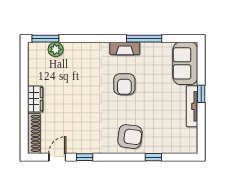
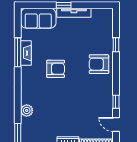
fireplace: (125, 48) -> (26, 53), moved
plant: (56, 49) -> (27, 110), moved
armchair: (130, 137) -> (99, 64), turned -97

